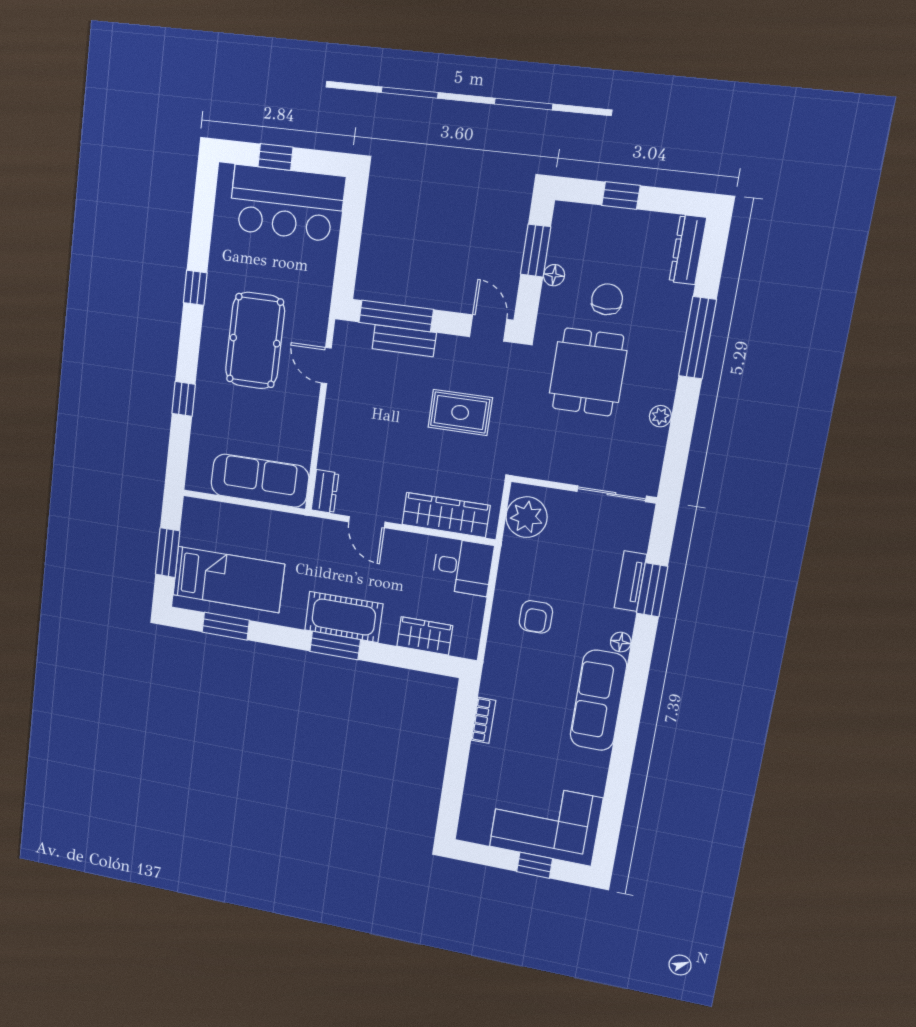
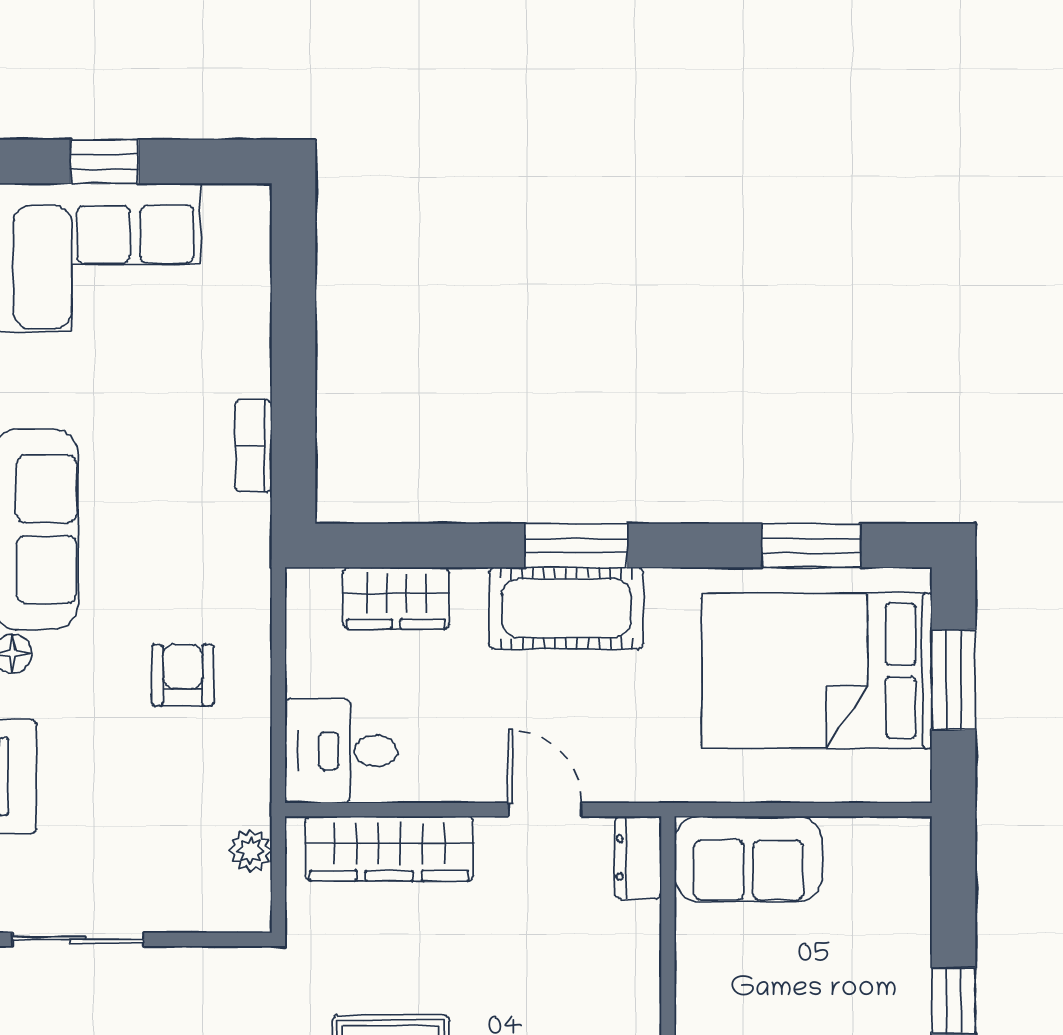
sofa: (260, 481) -> (748, 859), width x0.73
plant: (527, 517) -> (250, 851), width x0.53, depth x0.53
bed: (228, 579) -> (817, 671), width x1.50

